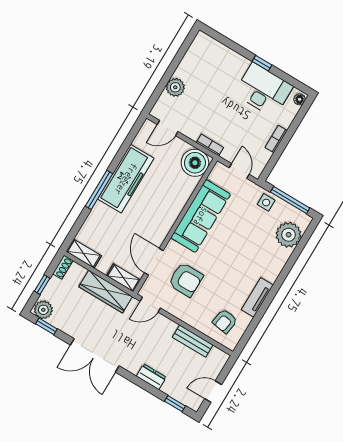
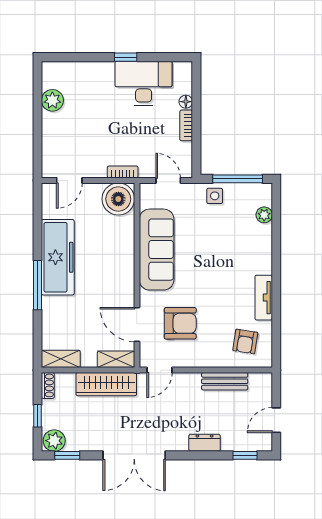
plant: (175, 87) -> (52, 100), moved
floor lamp: (300, 99) -> (186, 102), moved
plant: (289, 235) -> (264, 215), width x0.53, depth x0.53

